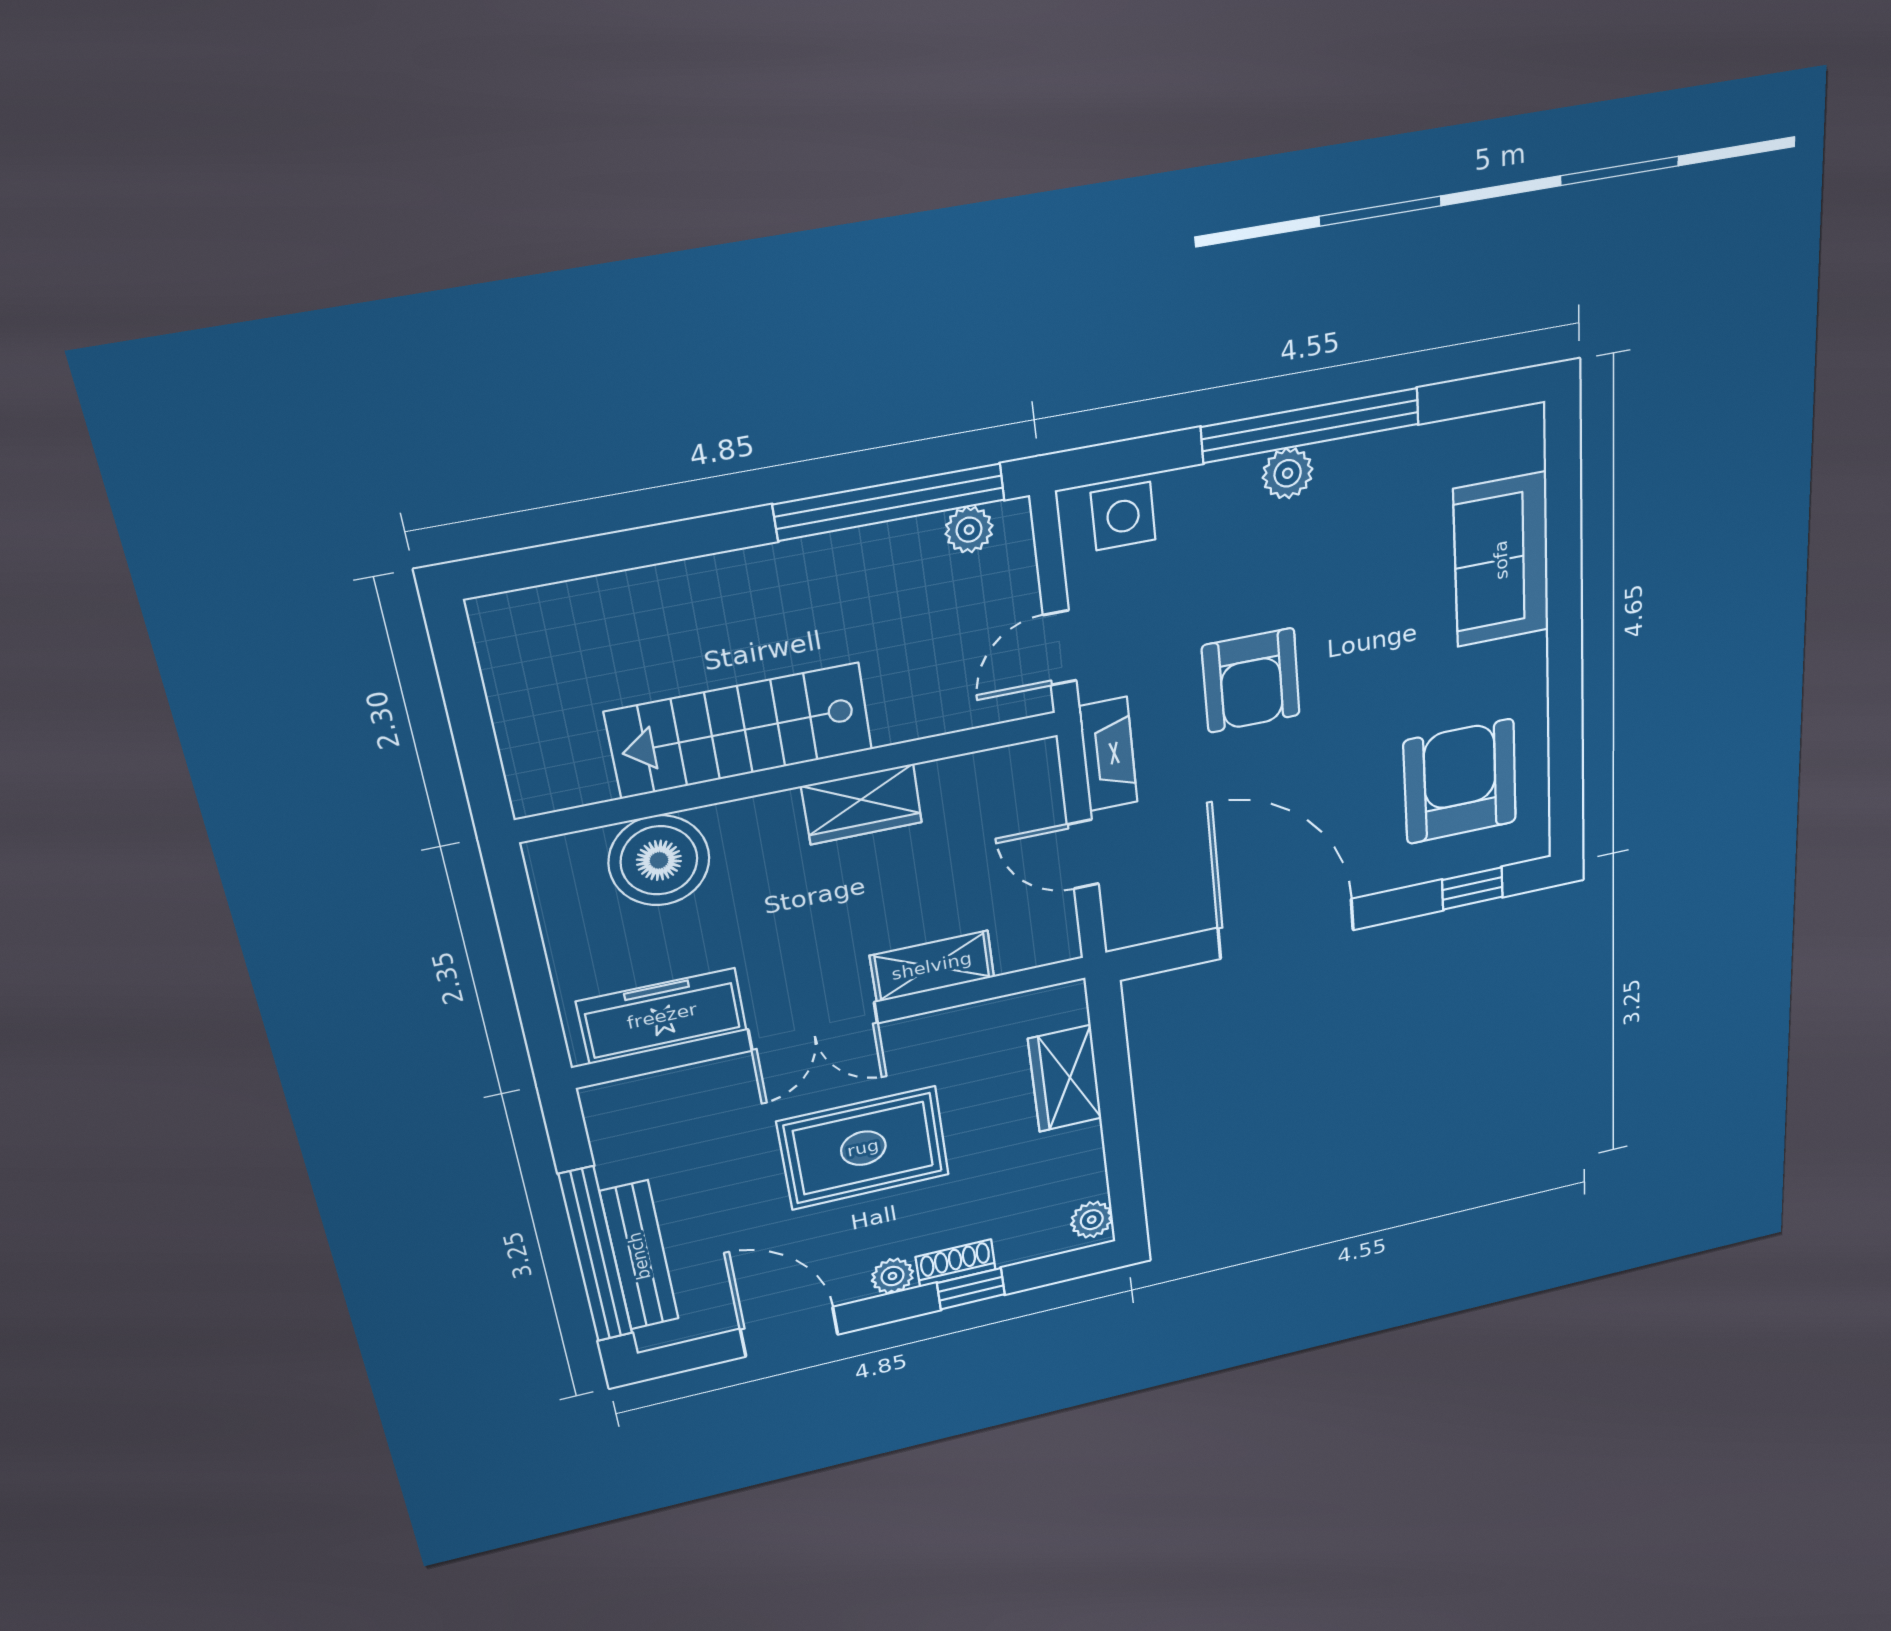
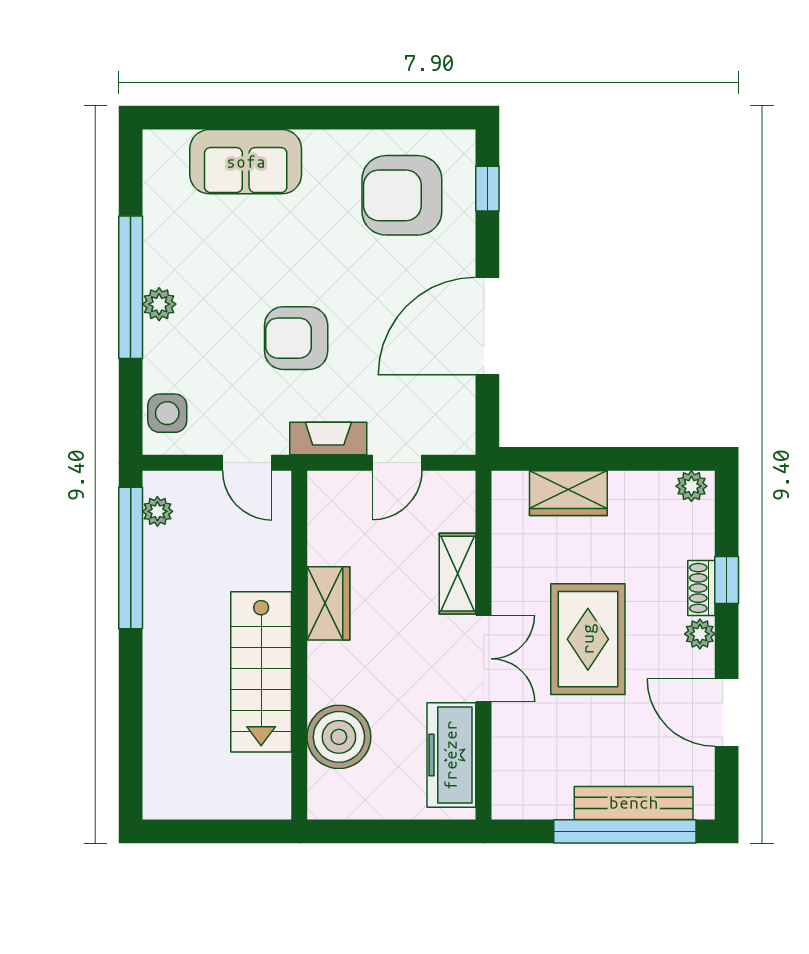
armchair: (1251, 680) -> (296, 338), turned 180
door: (789, 1332) -> (727, 713), hinge flipped

